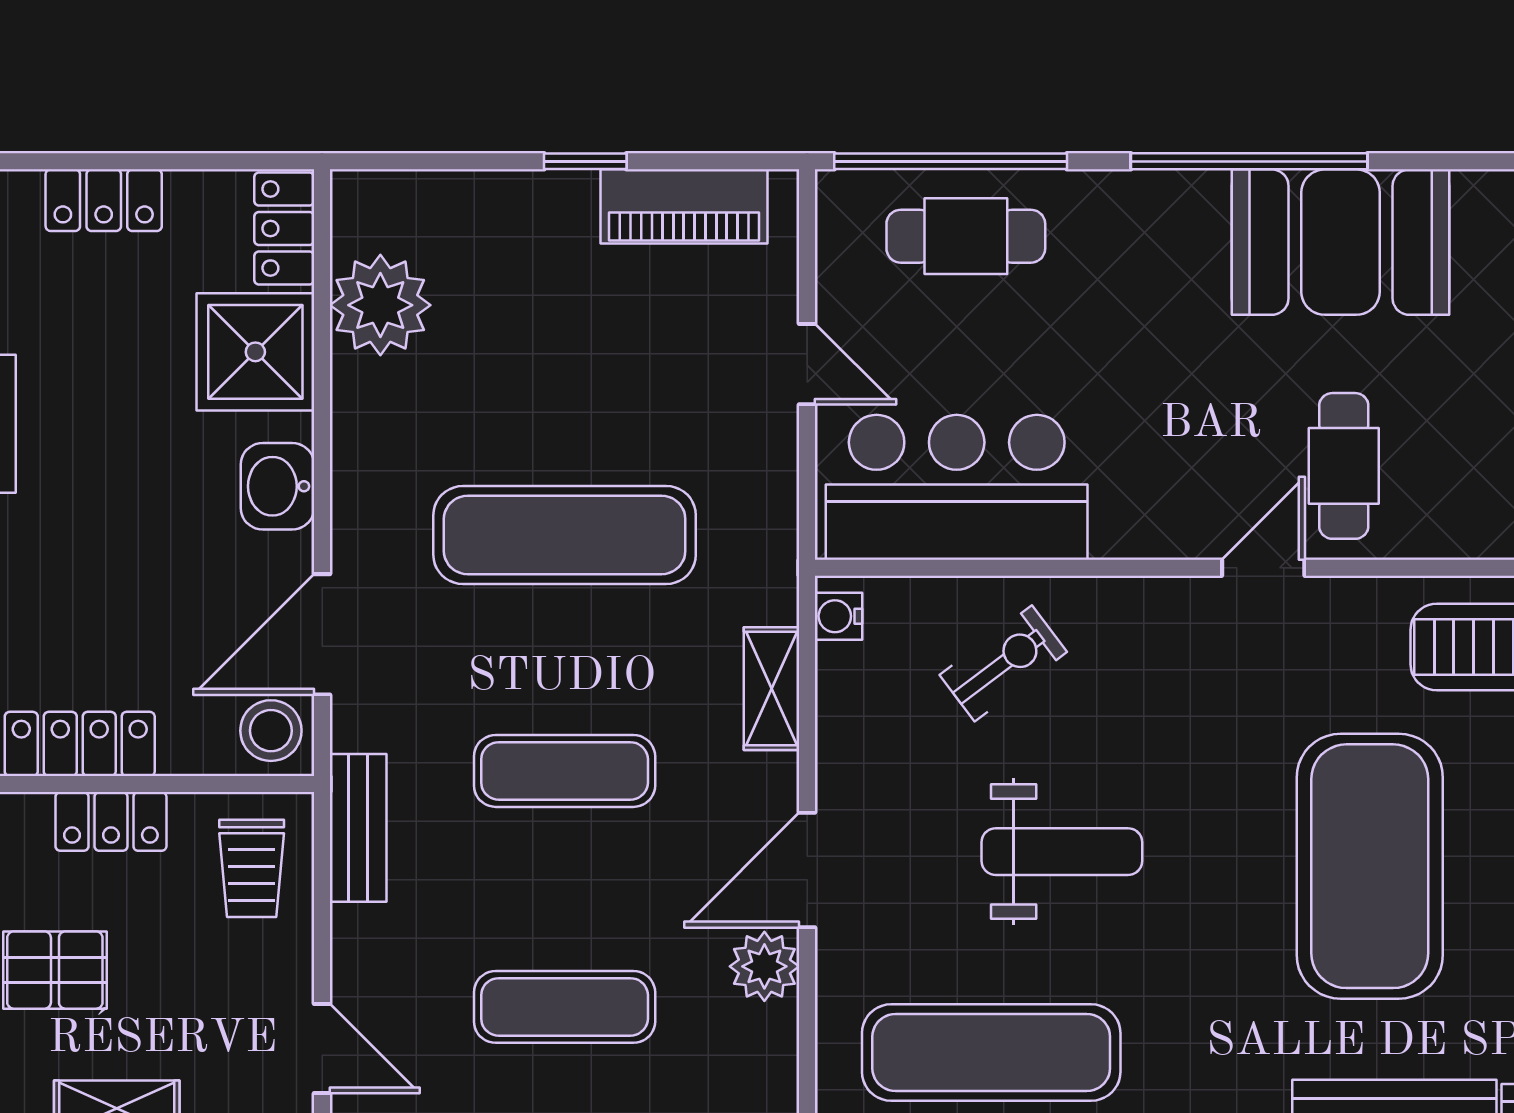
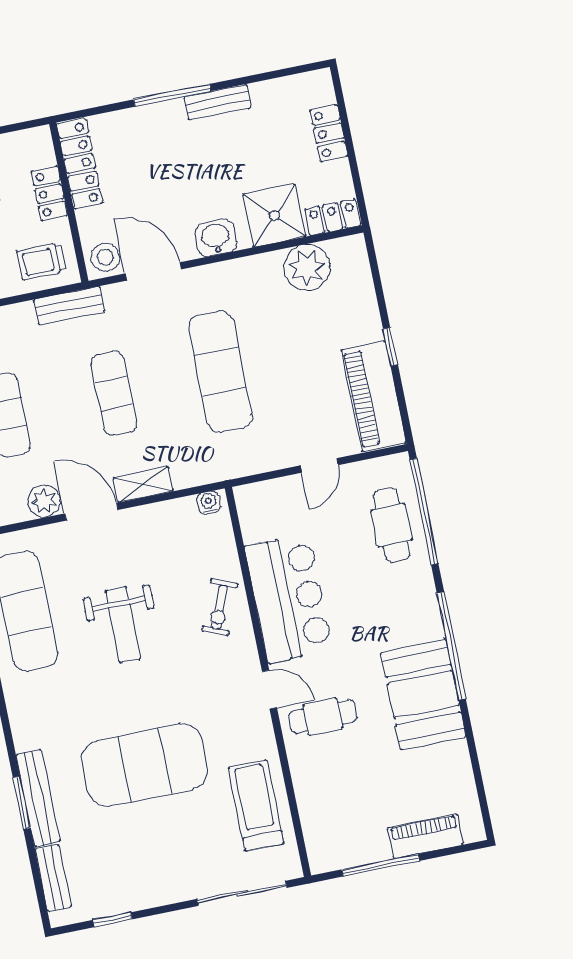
piano: (684, 206) -> (374, 396), width x1.37, depth x1.33
bar counter: (957, 487) -> (289, 598), moved
exercise bike: (1003, 663) -> (220, 607), moved, turned 59
shelving: (772, 689) -> (143, 485), moved

